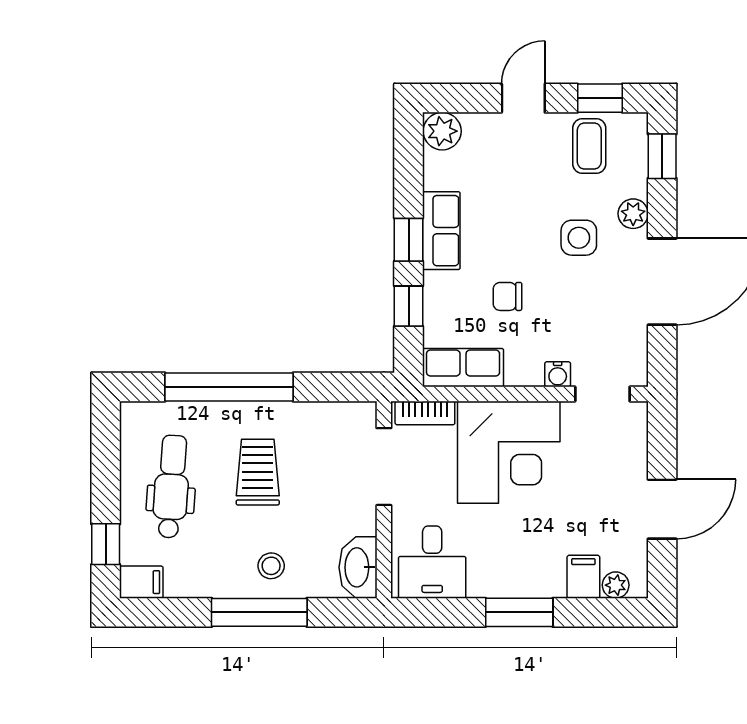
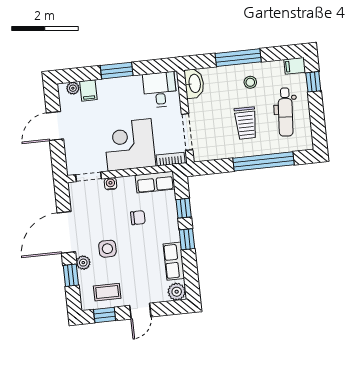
coffee table: (589, 146) -> (107, 292), turned 90
window: (662, 156) -> (71, 275), moved
row of seats: (441, 231) -> (174, 261), moved
stool: (271, 566) -> (250, 82), moved

